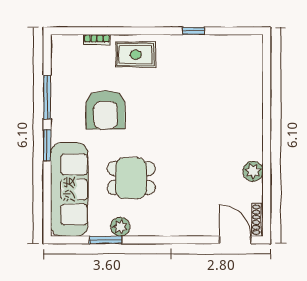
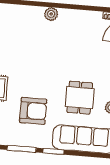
plant: (253, 171) -> (51, 14), moved

